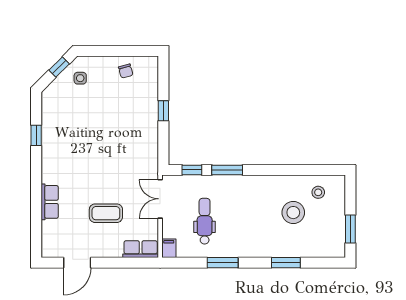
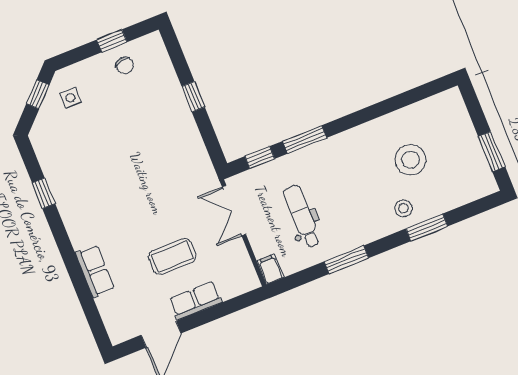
window: (124, 51) -> (112, 41), added
stool: (318, 192) -> (403, 208), moved
row of seats: (141, 249) -> (195, 300), moved

